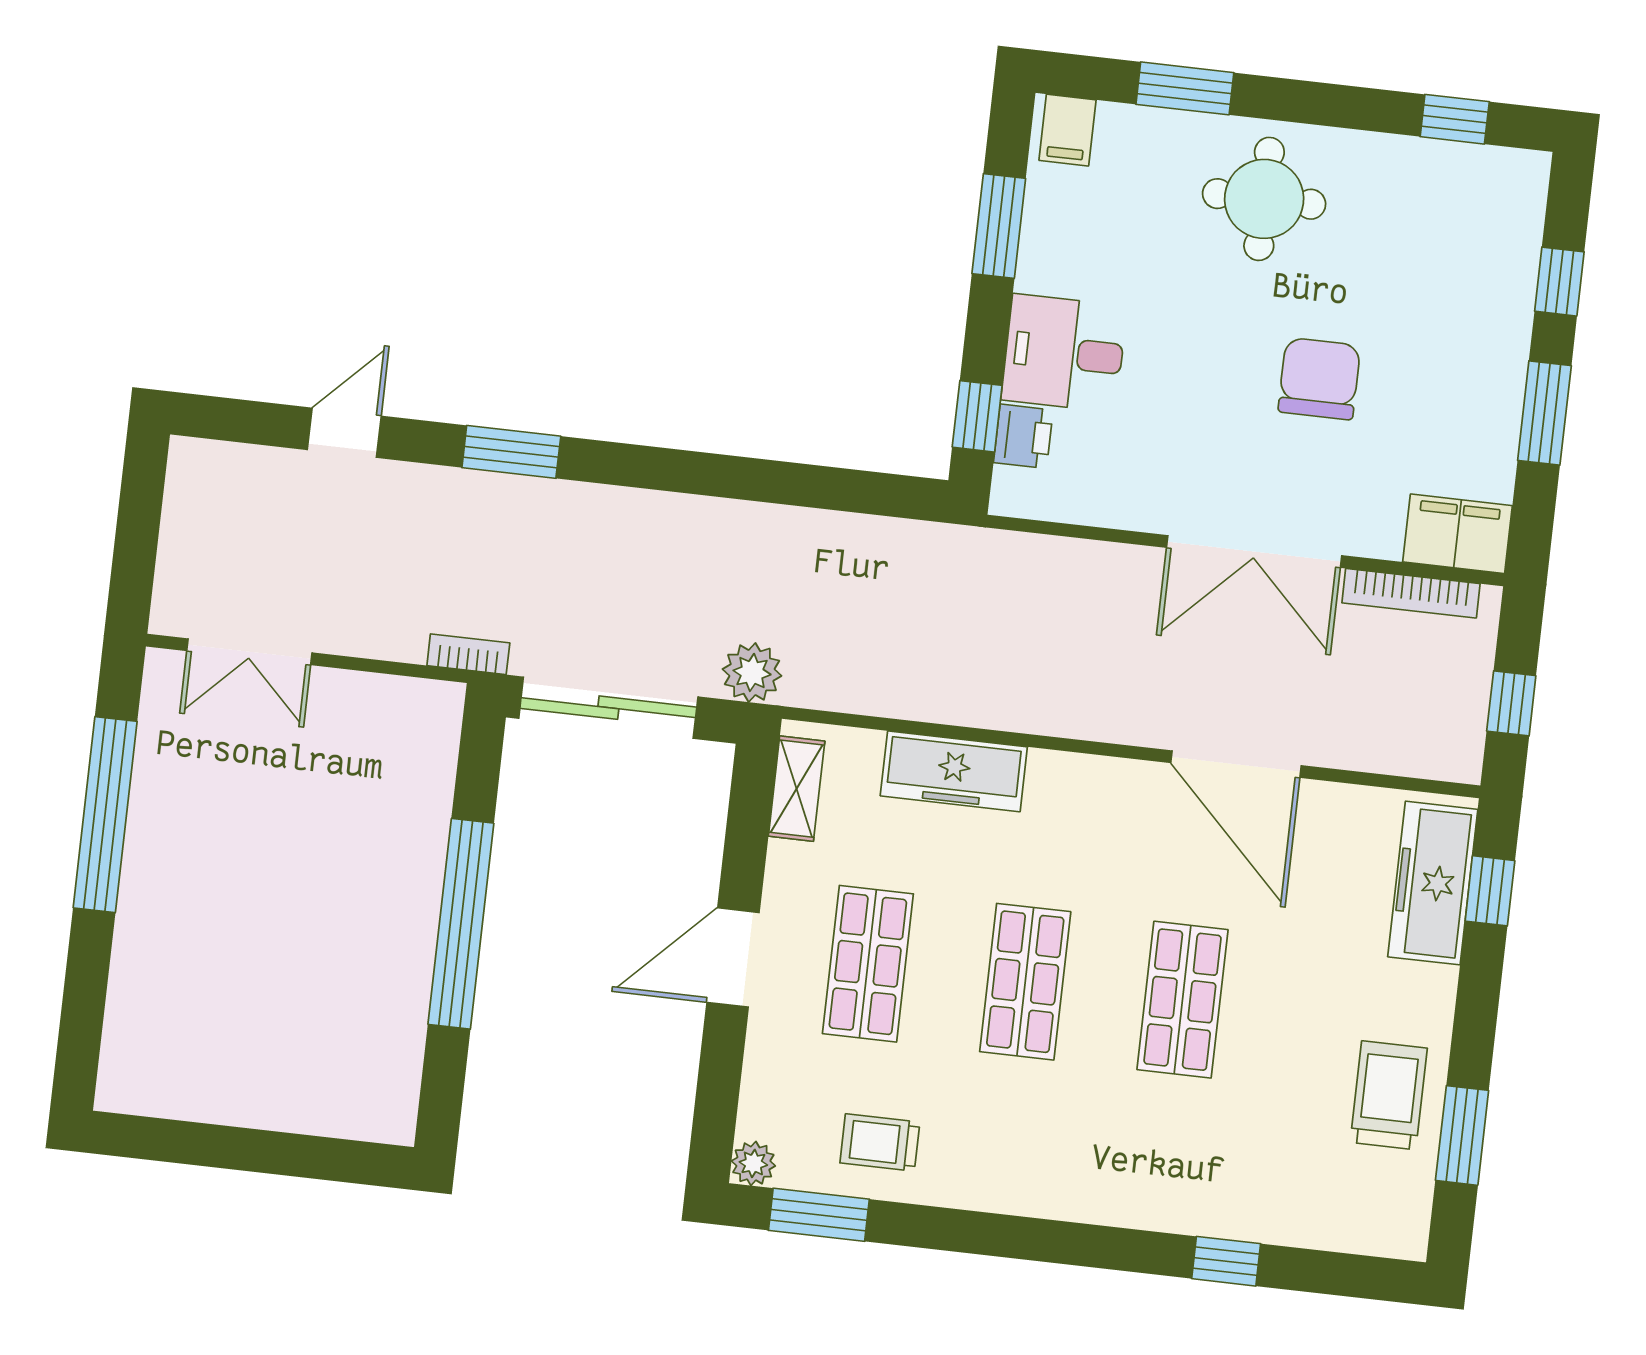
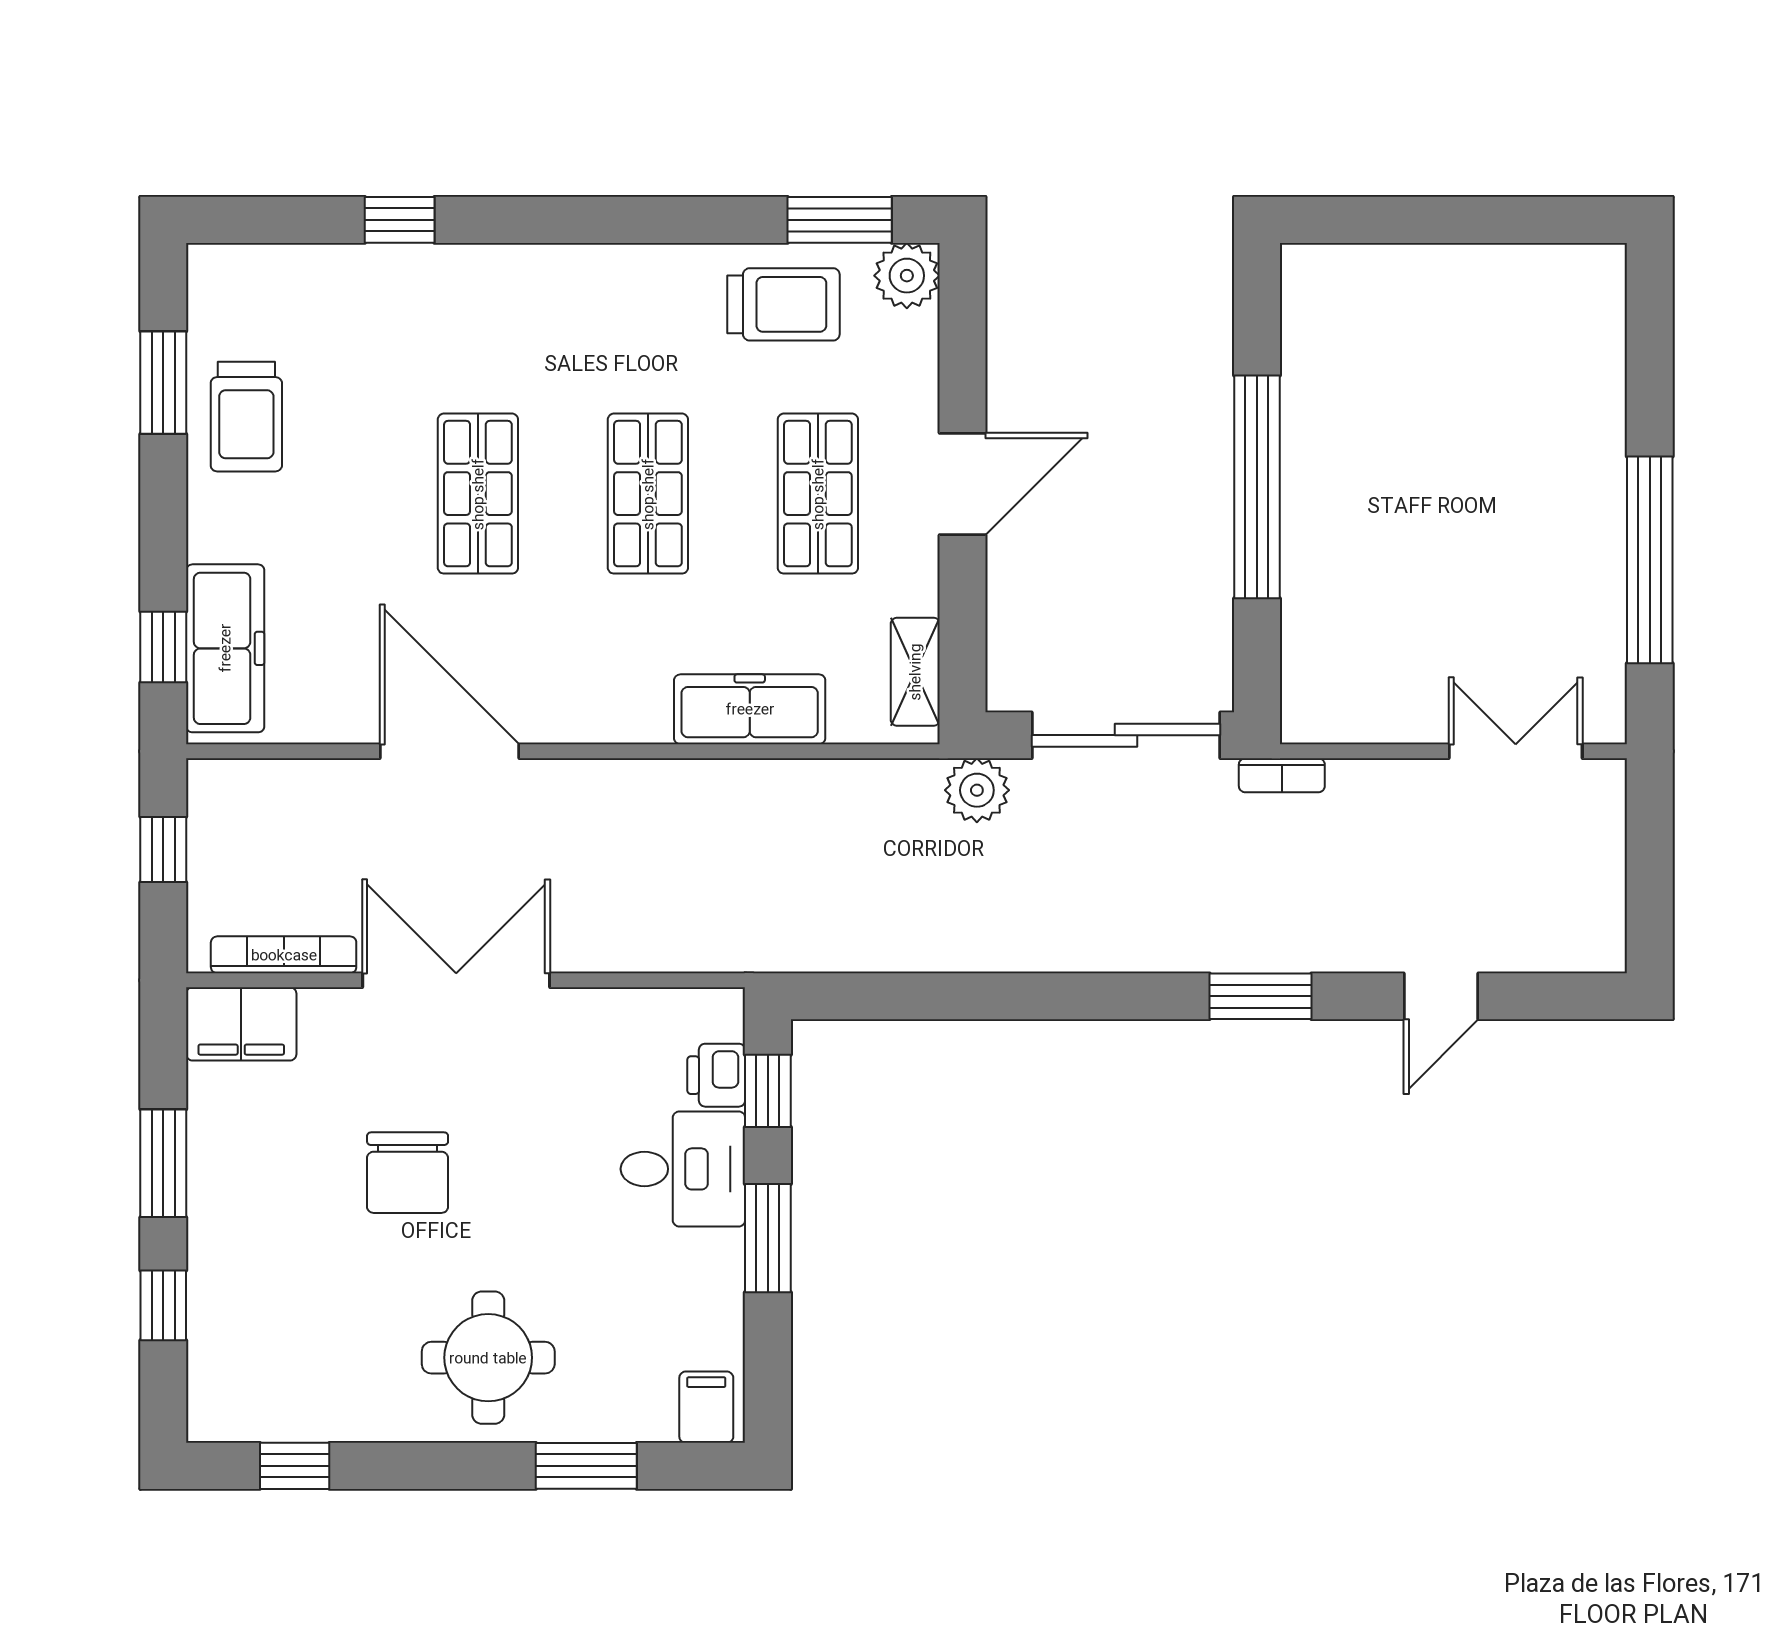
window: (999, 226) -> (768, 1238), moved
trolley: (880, 1143) -> (783, 304), width x1.36, depth x1.39
plant: (753, 1163) -> (907, 276), width x1.38, depth x1.38

